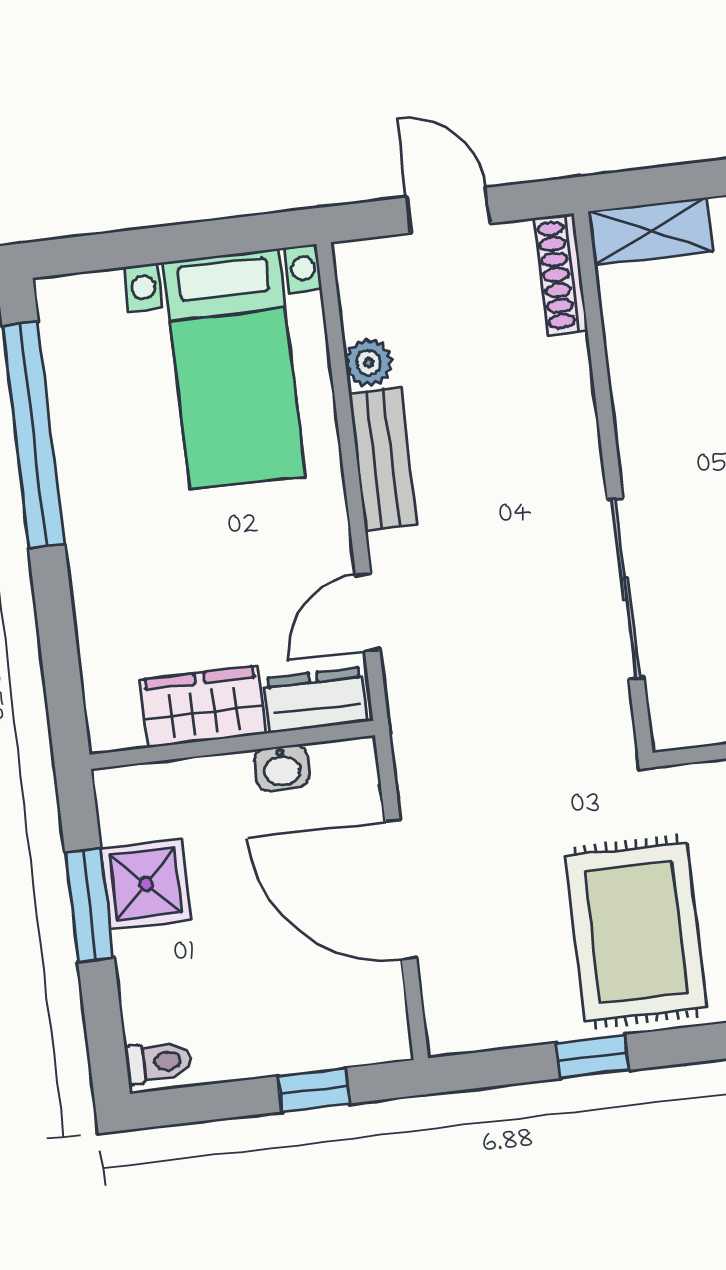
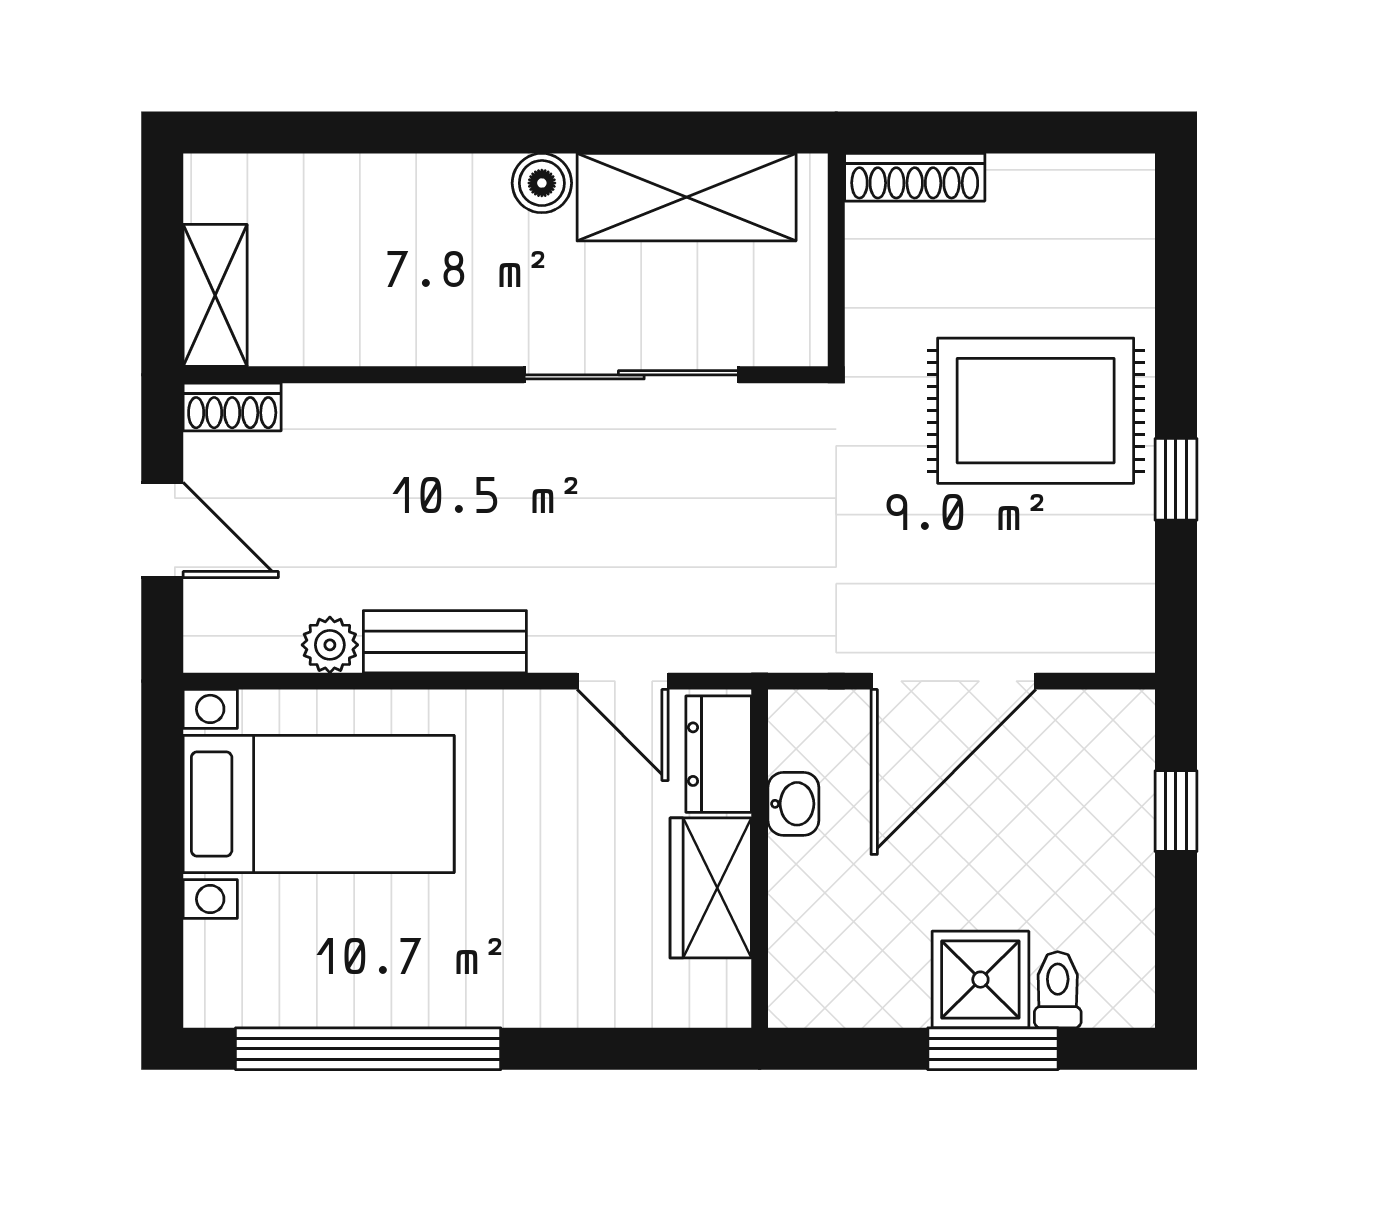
door: (448, 210) -> (162, 530), swing flipped
shoe rack: (561, 274) -> (232, 407), width x0.70
shower: (146, 884) -> (980, 980), moved
window: (89, 905) -> (993, 1049), moved
toilet: (158, 1062) -> (1058, 990), moved

